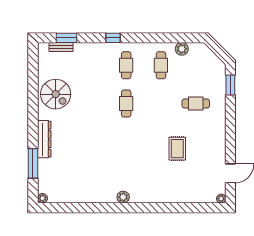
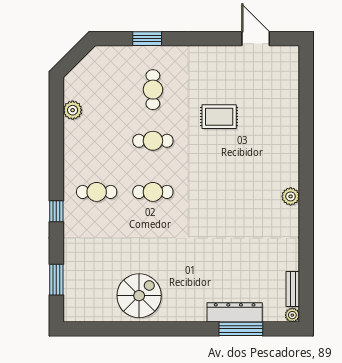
bench: (61, 47) -> (293, 289), moved
cafe table: (161, 65) -> (153, 141), moved
window: (230, 85) -> (147, 39), moved
dresser: (44, 139) -> (235, 312), moved
plant: (221, 199) -> (293, 52), removed

